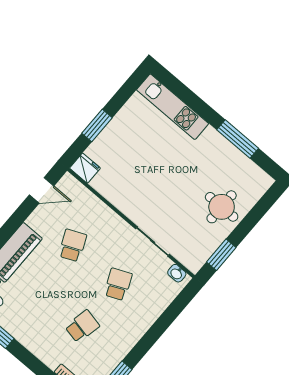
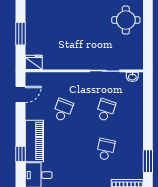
school desk: (72, 245) -> (63, 110), turned 45
window: (221, 255) -> (148, 46), removed
school desk: (118, 284) -> (106, 110), turned 42

